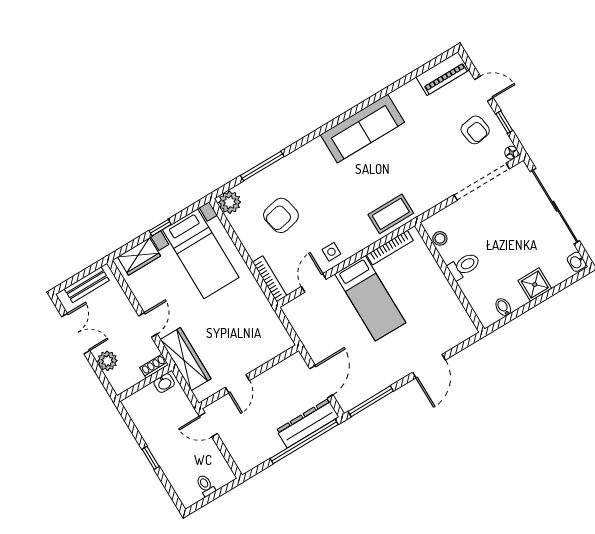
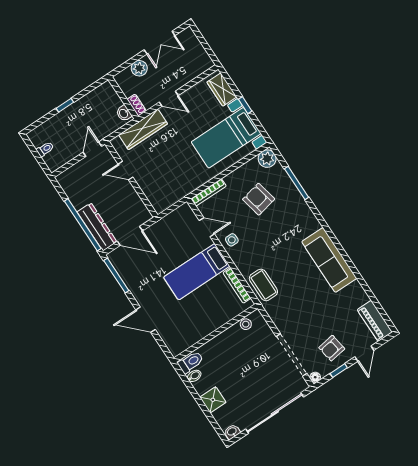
toilet: (464, 266) -> (191, 362), moved, turned -90
bench: (87, 285) -> (198, 50), removed

